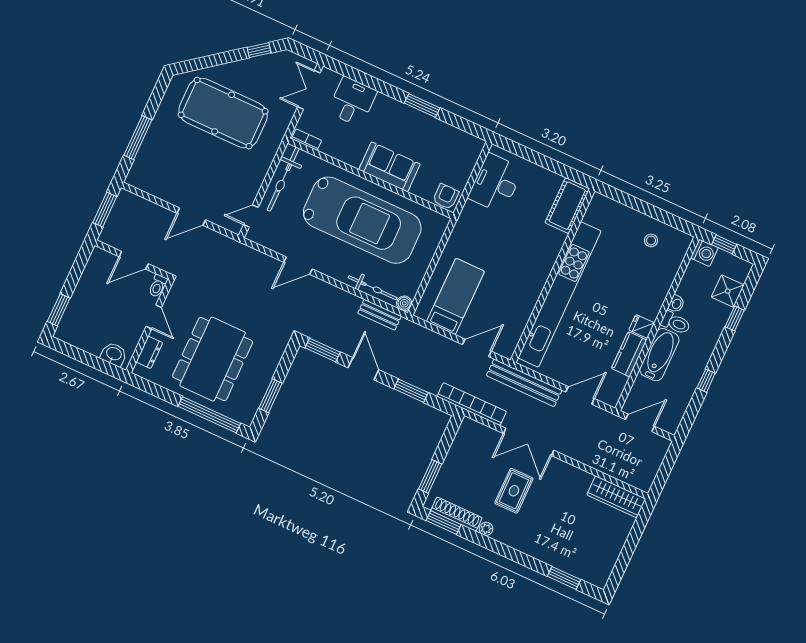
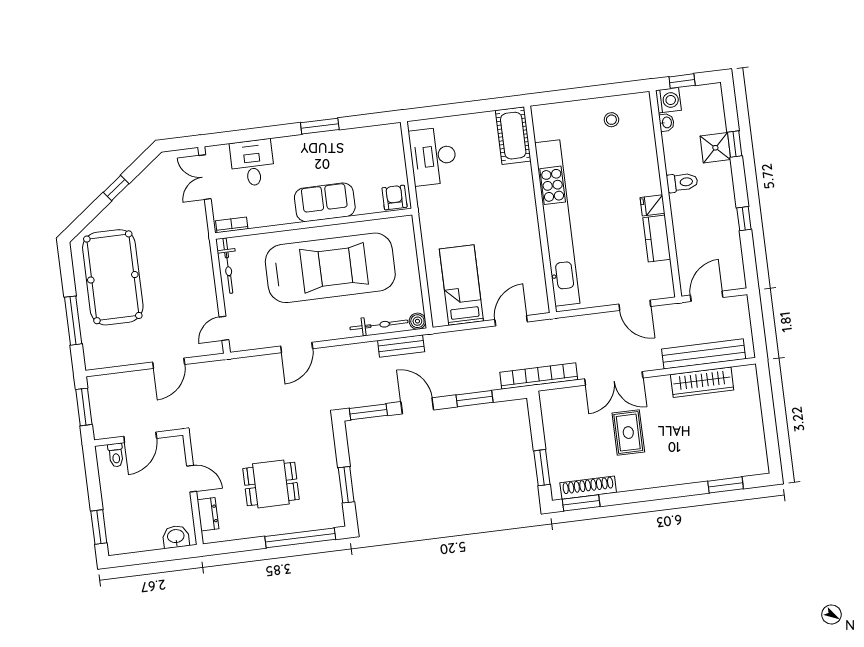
window: (259, 50) -> (116, 188), moved
pool table: (223, 113) -> (113, 277), moved, turned 90
bicycle: (283, 179) -> (228, 266), width x0.73, depth x0.71
toilet: (158, 286) -> (116, 455), moved
shower: (728, 291) -> (715, 148), moved
washbasin: (676, 304) -> (666, 122), moved
bathtub: (659, 355) -> (685, 221), removed
dining table: (213, 359) -> (271, 484), width x0.53, depth x0.80
bench: (524, 383) -> (704, 354), moved
door: (580, 395) -> (635, 305), swing flipped
wardrobe: (616, 497) -> (702, 382), moved
plant: (486, 529) -> (624, 484), removed

